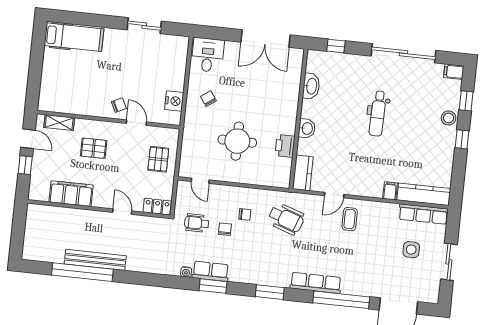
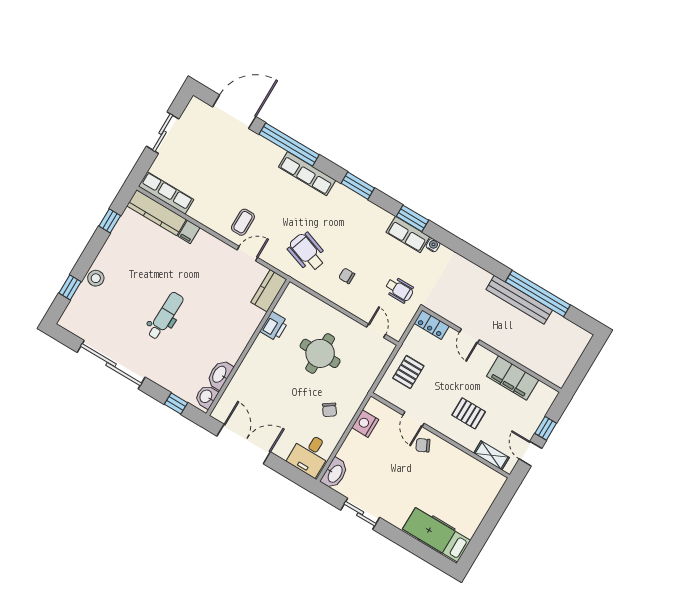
washbasin: (180, 49) -> (335, 473), added
filing cabinet: (454, 72) -> (69, 323), removed
washbasin: (307, 128) -> (206, 397), moved
window: (462, 139) -> (110, 221), moved
chair: (225, 229) -> (374, 270), removed
side table: (411, 250) -> (195, 163), removed

